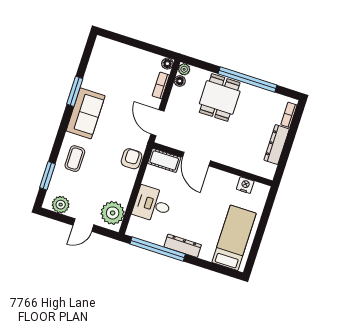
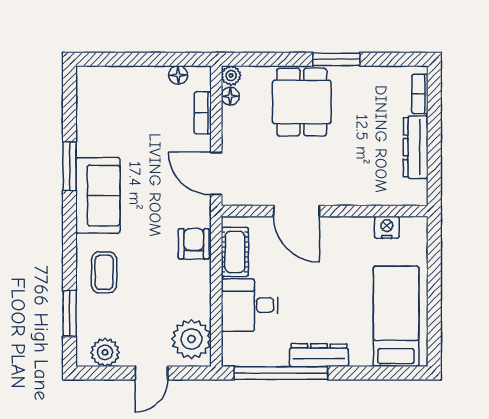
floor lamp: (167, 64) -> (178, 75), moved
window: (247, 79) -> (336, 59), width x0.47
cot: (164, 160) -> (235, 252), moved, turned 90

